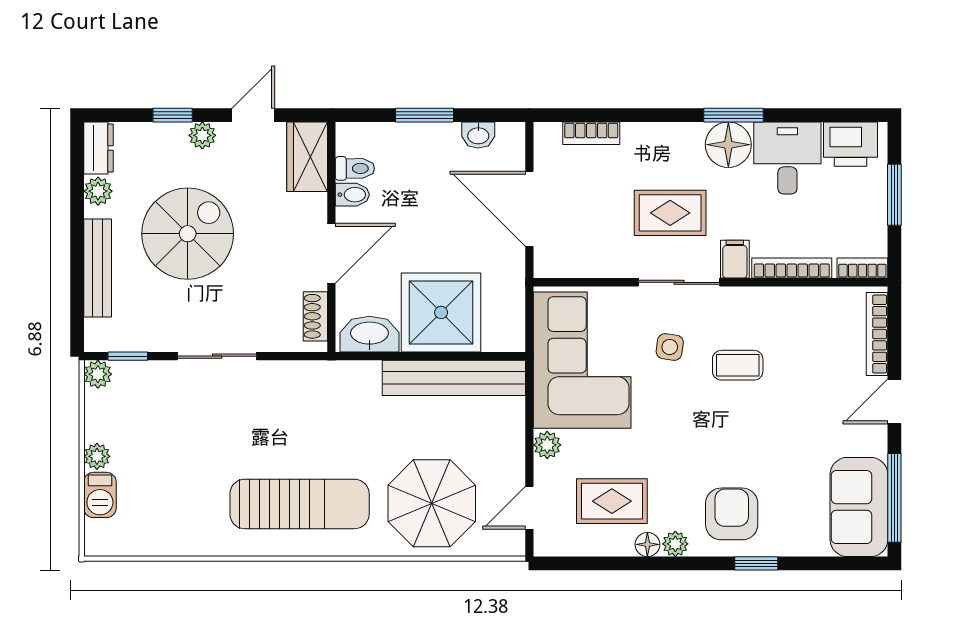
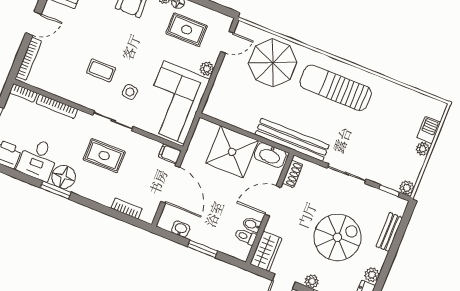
spiral stairs: (188, 234) -> (337, 237), turned 180
filing cabinet: (735, 259) -> (170, 154), moved, turned 90
bench: (98, 268) -> (389, 232), width x0.73
bench: (454, 378) -> (292, 140), moved

